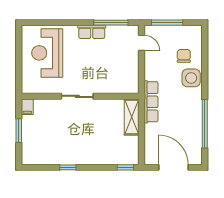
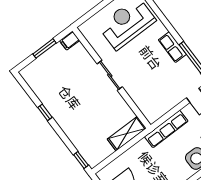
row of seats: (151, 102) -> (166, 129), moved

